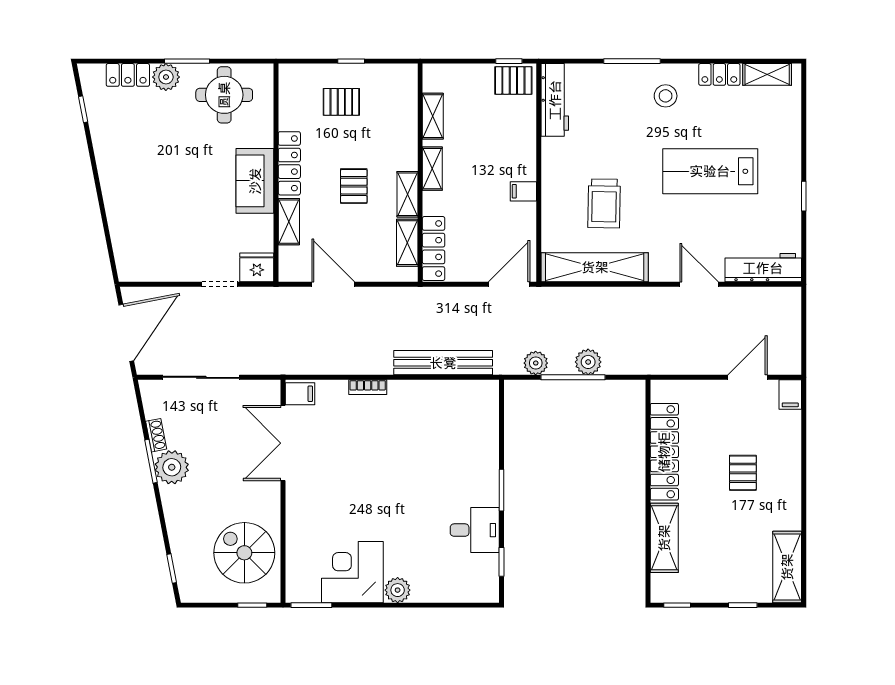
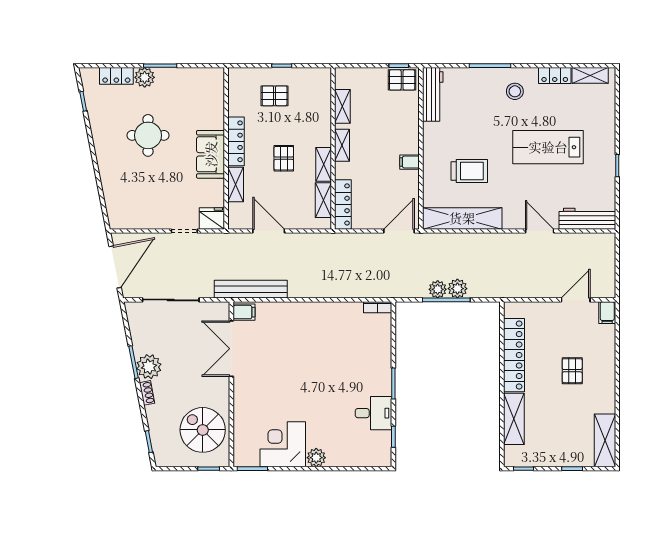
round table: (224, 95) -> (148, 135), moved
trolley: (604, 203) -> (469, 171), turned -91
bench: (443, 363) -> (251, 289), moved
plant: (536, 363) -> (438, 289), moved
bookcase: (368, 387) -> (378, 307), moved
shoe rack: (156, 435) -> (147, 393), moved

